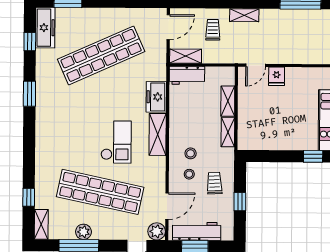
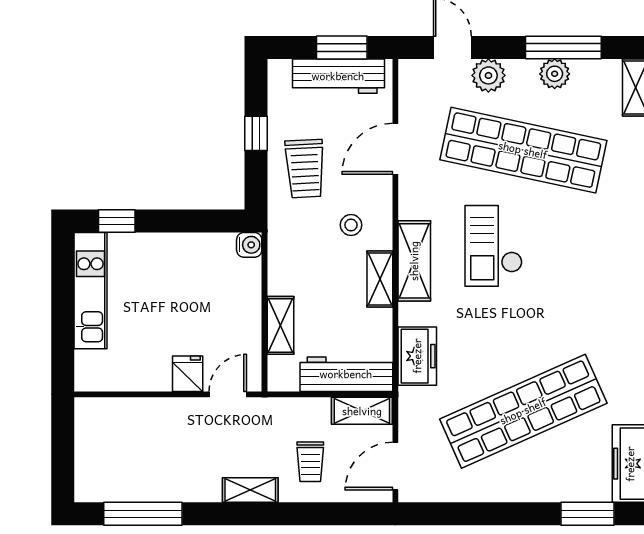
workbench: (187, 75) -> (346, 374), width x1.38
freezer: (156, 97) -> (417, 356), moved
shelving: (228, 132) -> (380, 279), moved
water cooler: (244, 143) -> (249, 245), added
stool: (189, 174) -> (353, 185), removed
trolley: (214, 183) -> (305, 169), width x1.36, depth x1.39
door: (167, 206) -> (395, 149), moved
plant: (157, 231) -> (488, 75), moved

